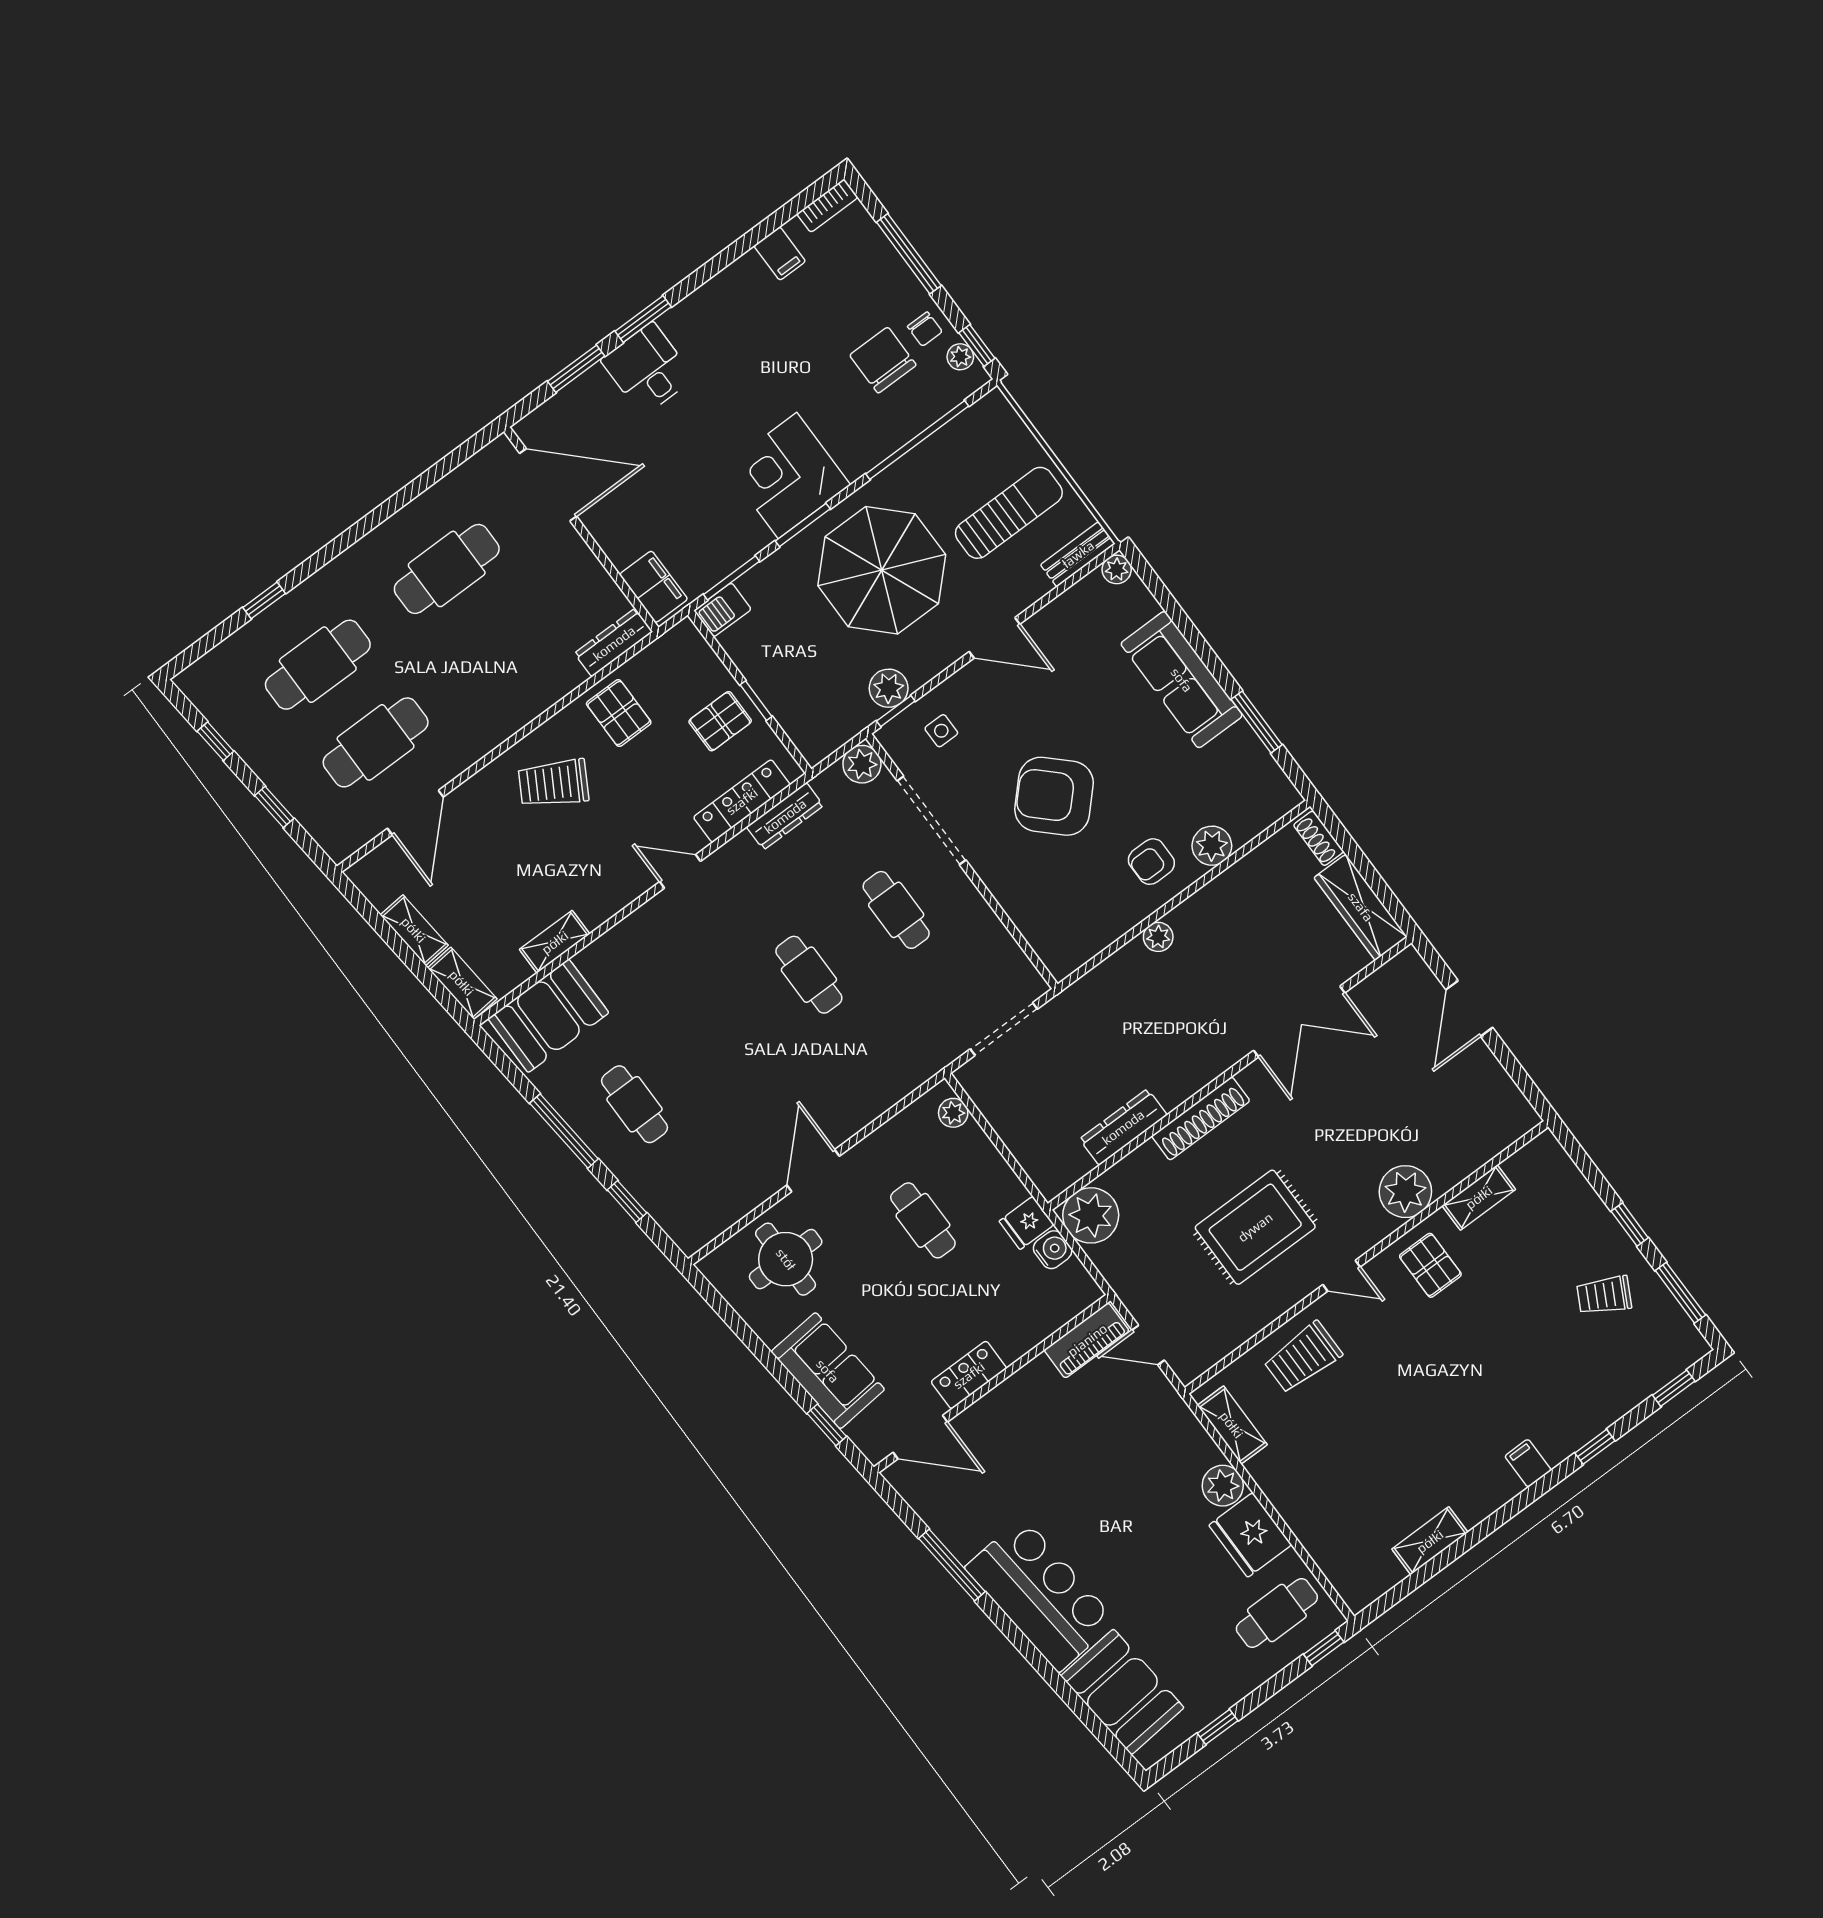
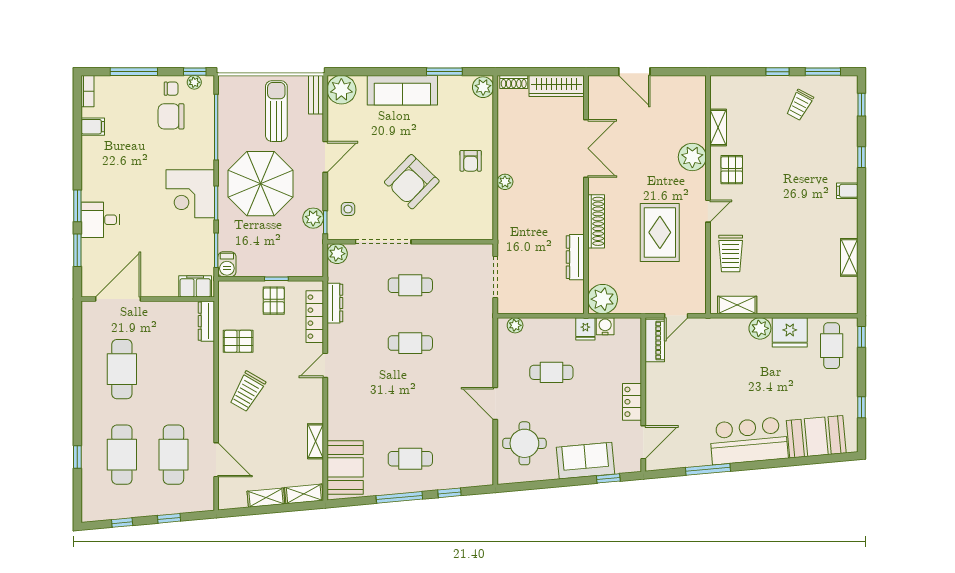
plant: (1117, 569) -> (341, 90), width x1.87, depth x1.87
plant: (1212, 846) -> (483, 87), moved
pallet: (1430, 1265) -> (732, 170), turned 90

